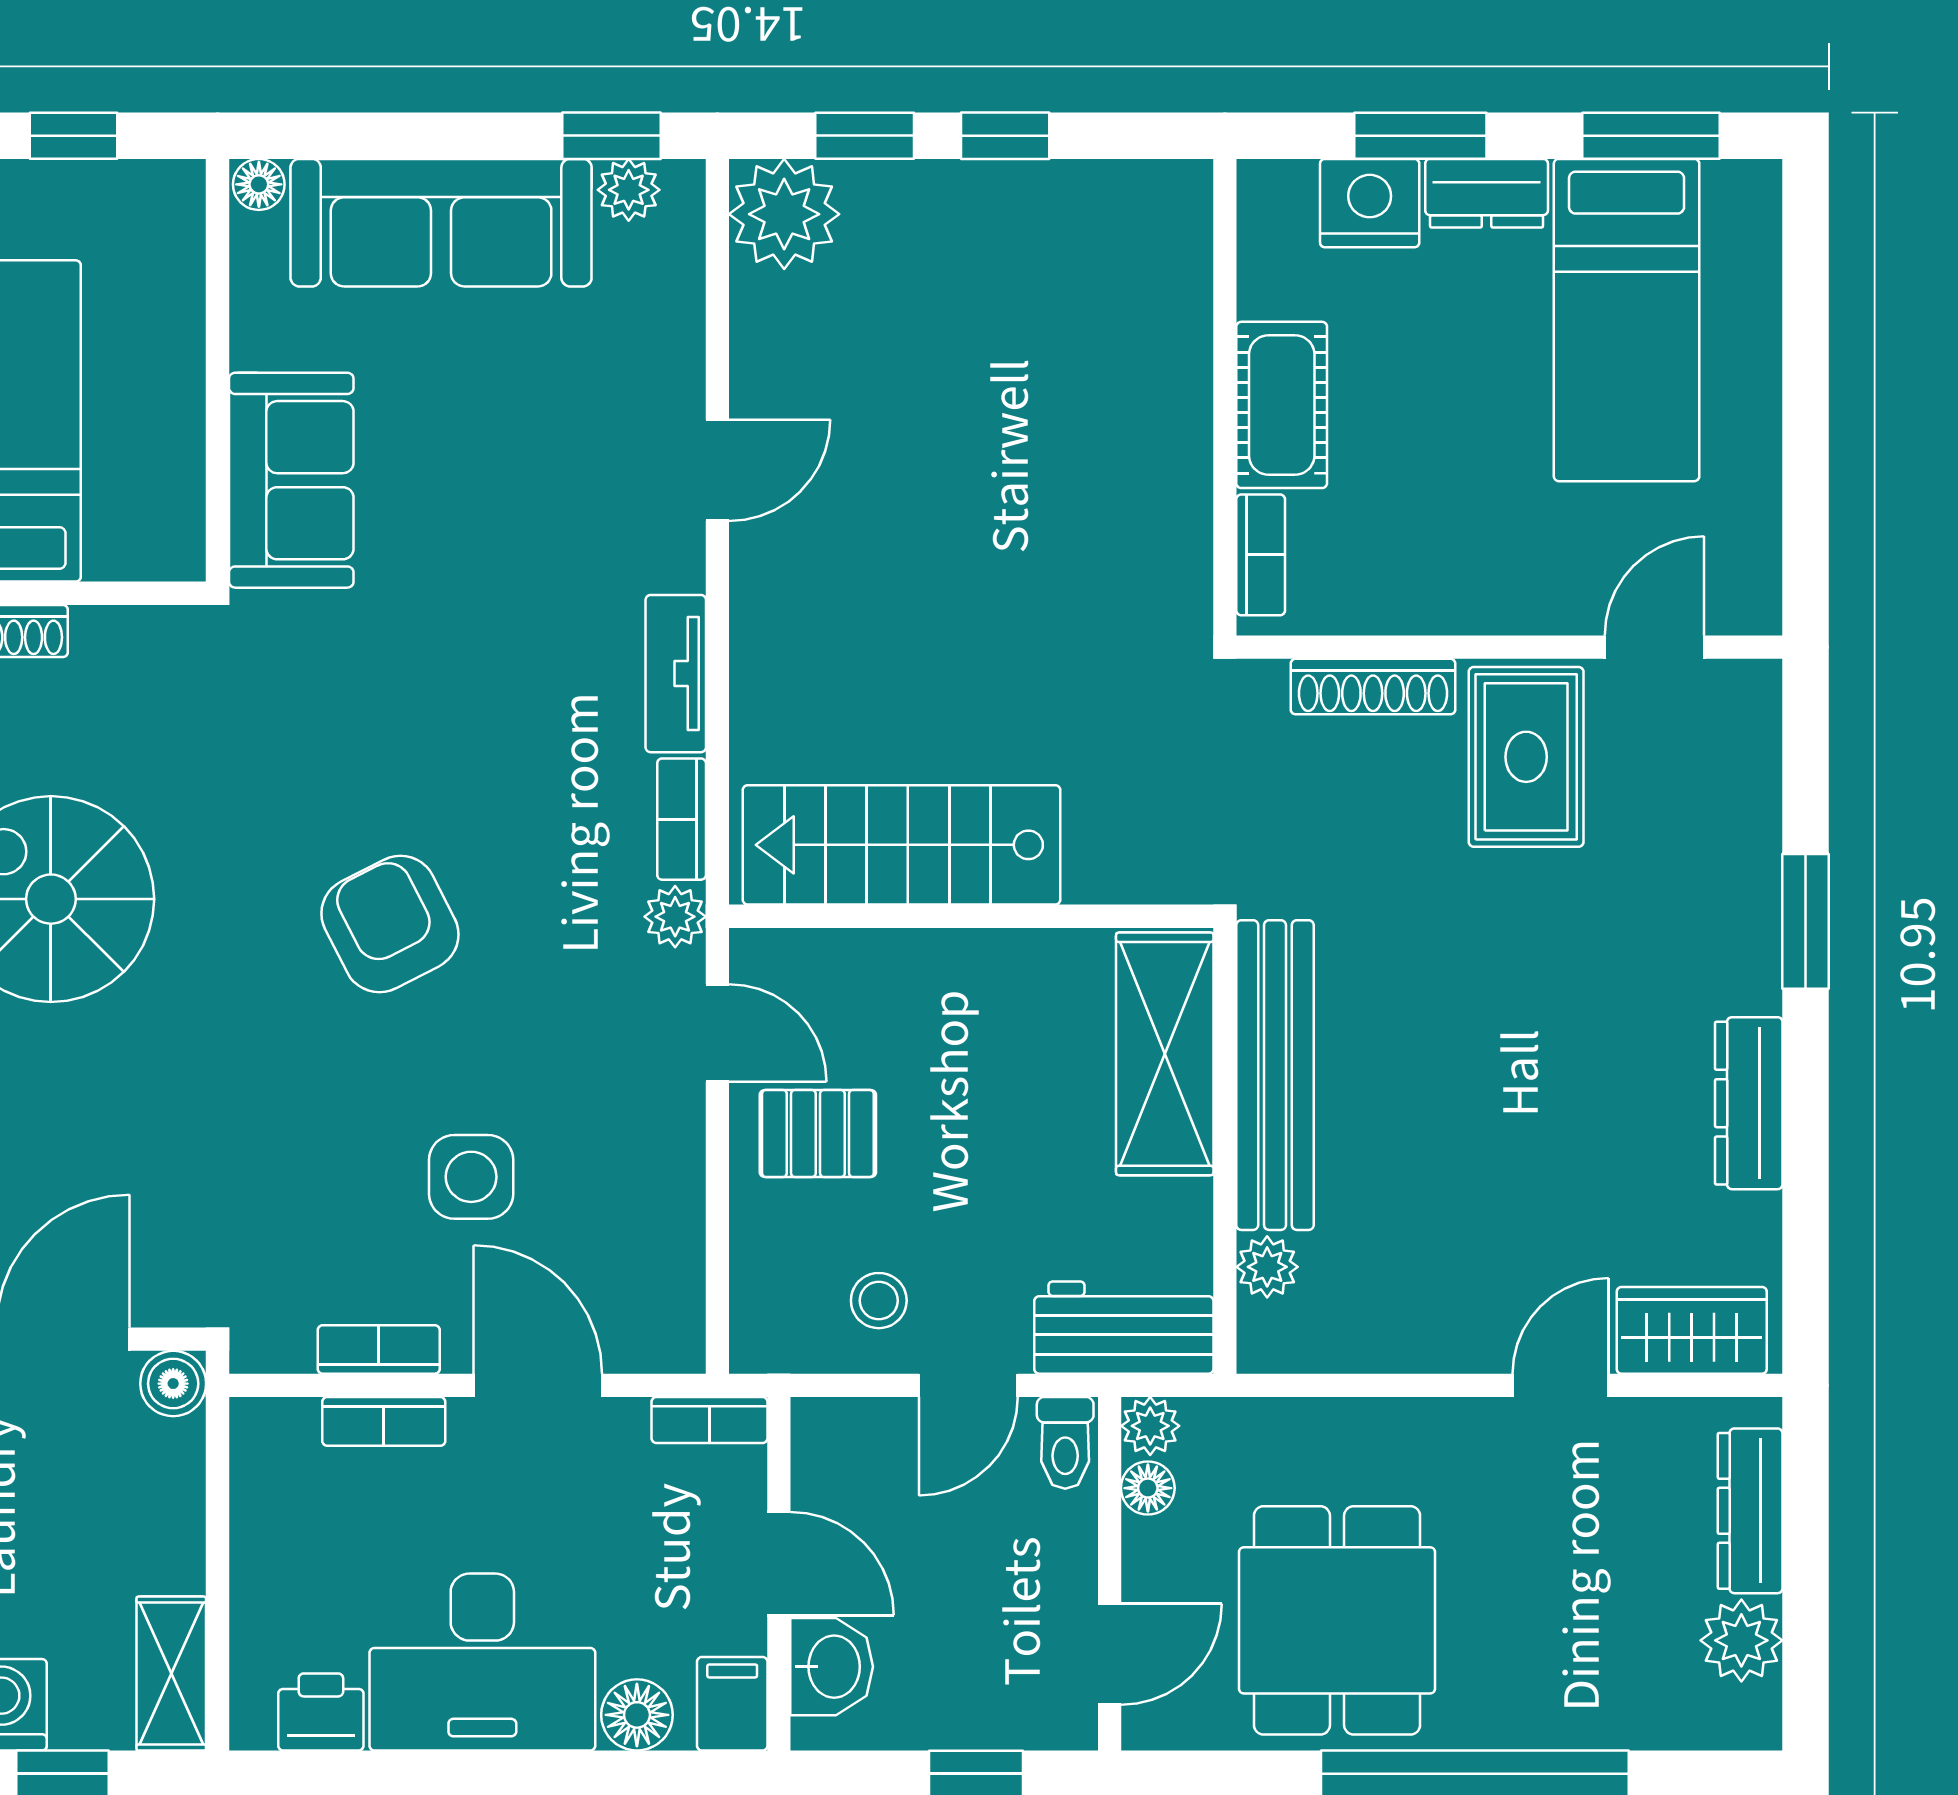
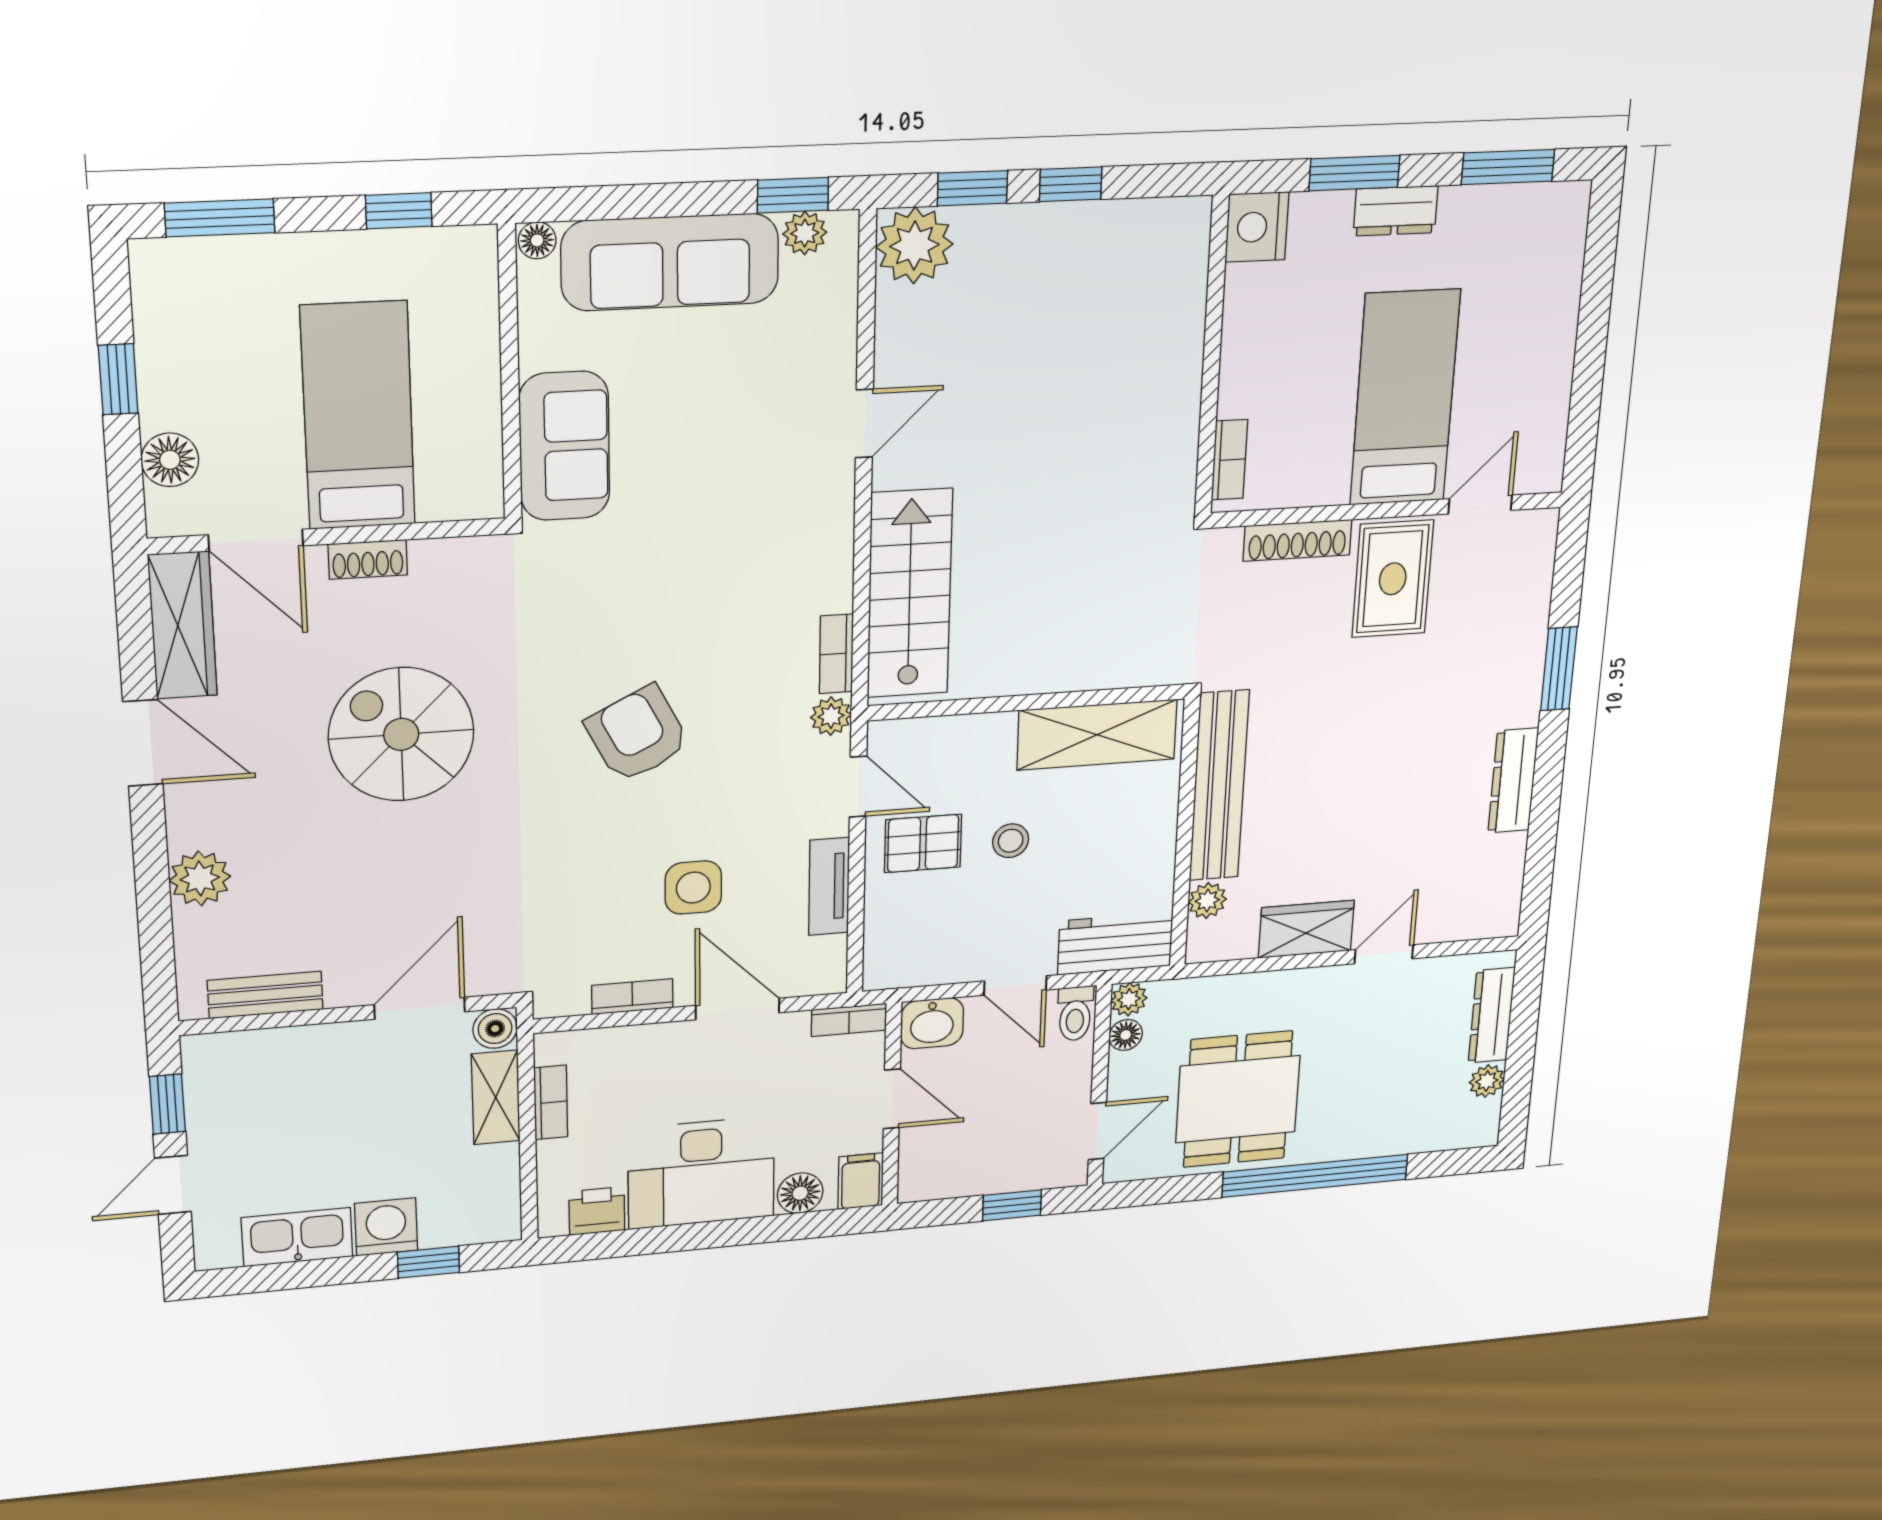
nightstand: (1370, 203) -> (1257, 227), moved, turned -90
bed: (1627, 320) -> (1405, 398), moved, turned 180
cot: (1282, 405) -> (1249, 360), removed
tv unit: (676, 674) -> (829, 886), moved
stairs: (901, 845) -> (910, 594), moved, turned 90
shelving: (1165, 1054) -> (1097, 735), moved, turned 90
stool: (879, 1301) -> (1011, 841), moved
wardrobe: (1692, 1330) -> (1306, 929), moved
door: (968, 1385) -> (1015, 985), hinge flipped
bookcase: (384, 1421) -> (551, 1102), moved, turned -90
plant: (1741, 1640) -> (1487, 1081), width x0.73, depth x0.73
washbasin: (832, 1667) -> (932, 1023), moved, turned 90
shelving: (171, 1674) -> (496, 1097), moved

